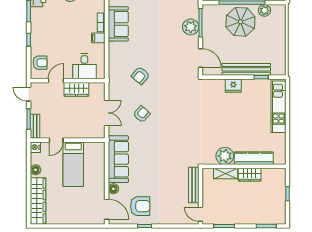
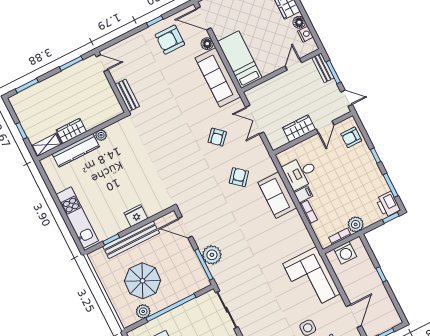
parasol: (240, 22) -> (143, 281), moved
sofa: (118, 24) -> (277, 195), moved
desk: (84, 66) -> (300, 173), moved, turned -90
nightstand: (35, 147) -> (305, 34), moved
plant: (225, 156) -> (101, 135), width x0.53, depth x0.53
bed: (73, 164) -> (240, 60), moved
shelving: (226, 174) -> (47, 145), moved
bench: (194, 185) -> (127, 95), width x0.73

